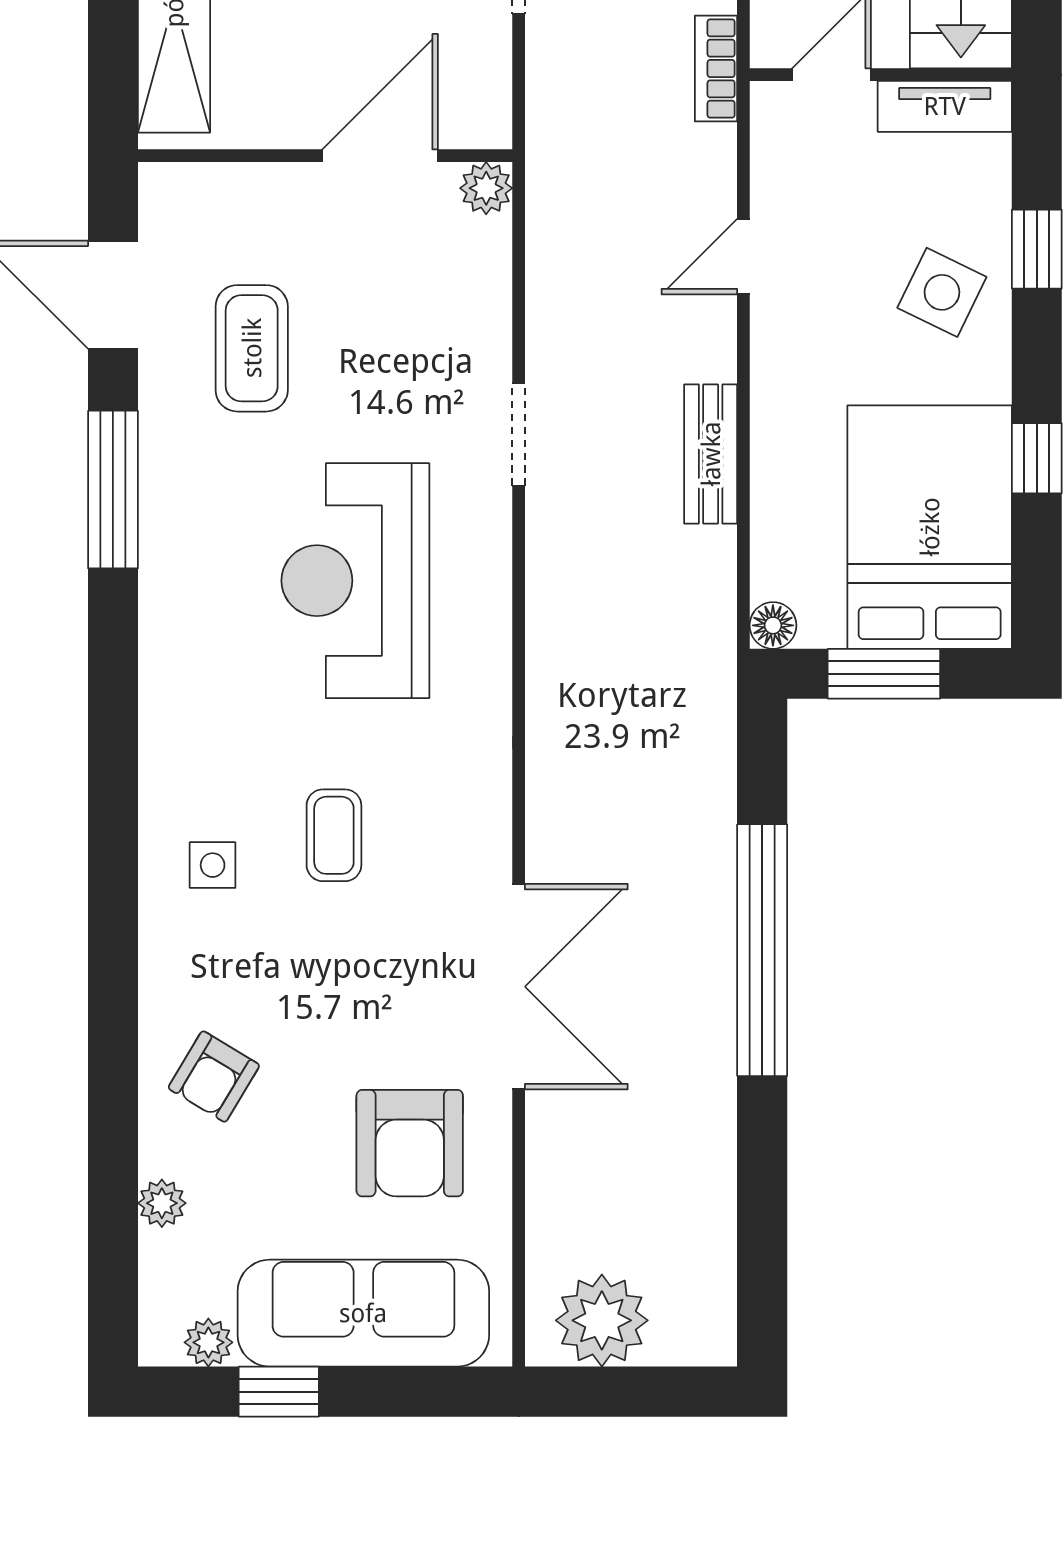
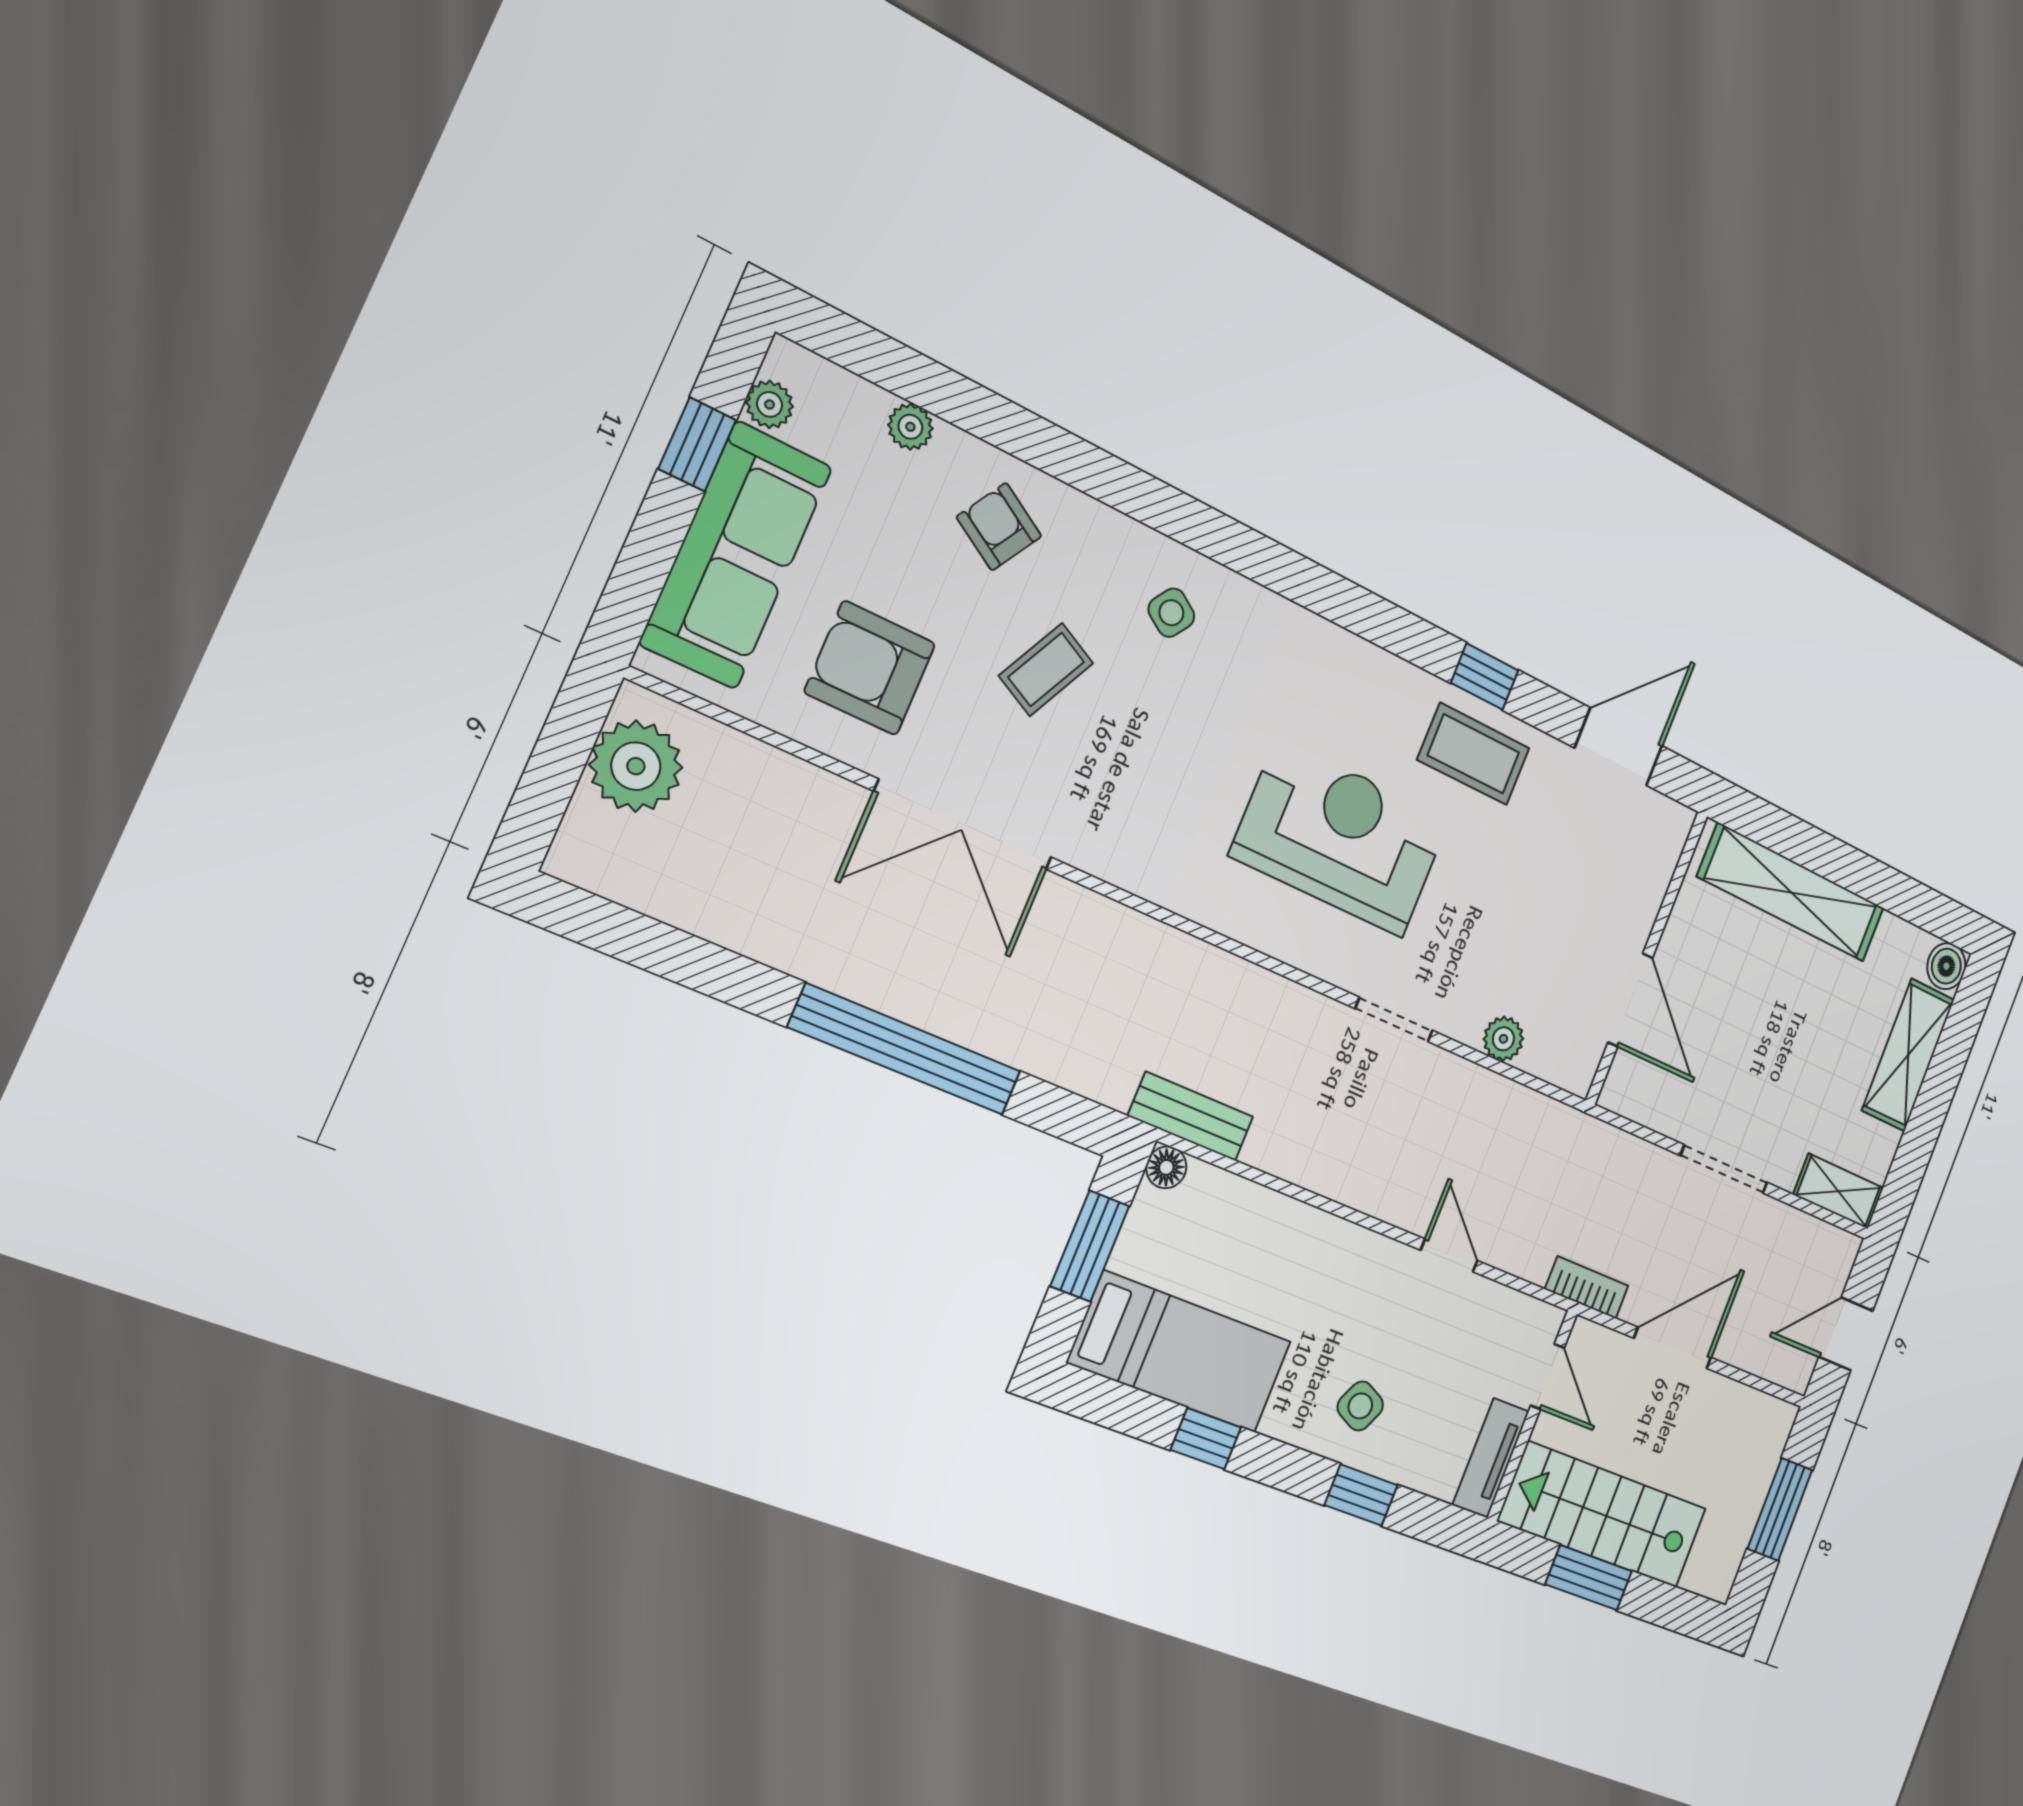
plant: (486, 188) -> (1503, 1039), moved
side table: (942, 292) -> (1360, 1406), width x0.73, depth x0.73
coffee table: (252, 348) -> (1473, 754), moved
bench: (711, 454) -> (1191, 1116), moved
window: (113, 490) -> (1485, 676), width x0.46
bed: (930, 527) -> (1180, 1352), width x0.67
coffee table: (334, 835) -> (1046, 670), moved, turned -63
side table: (213, 865) -> (1171, 613), turned 34

